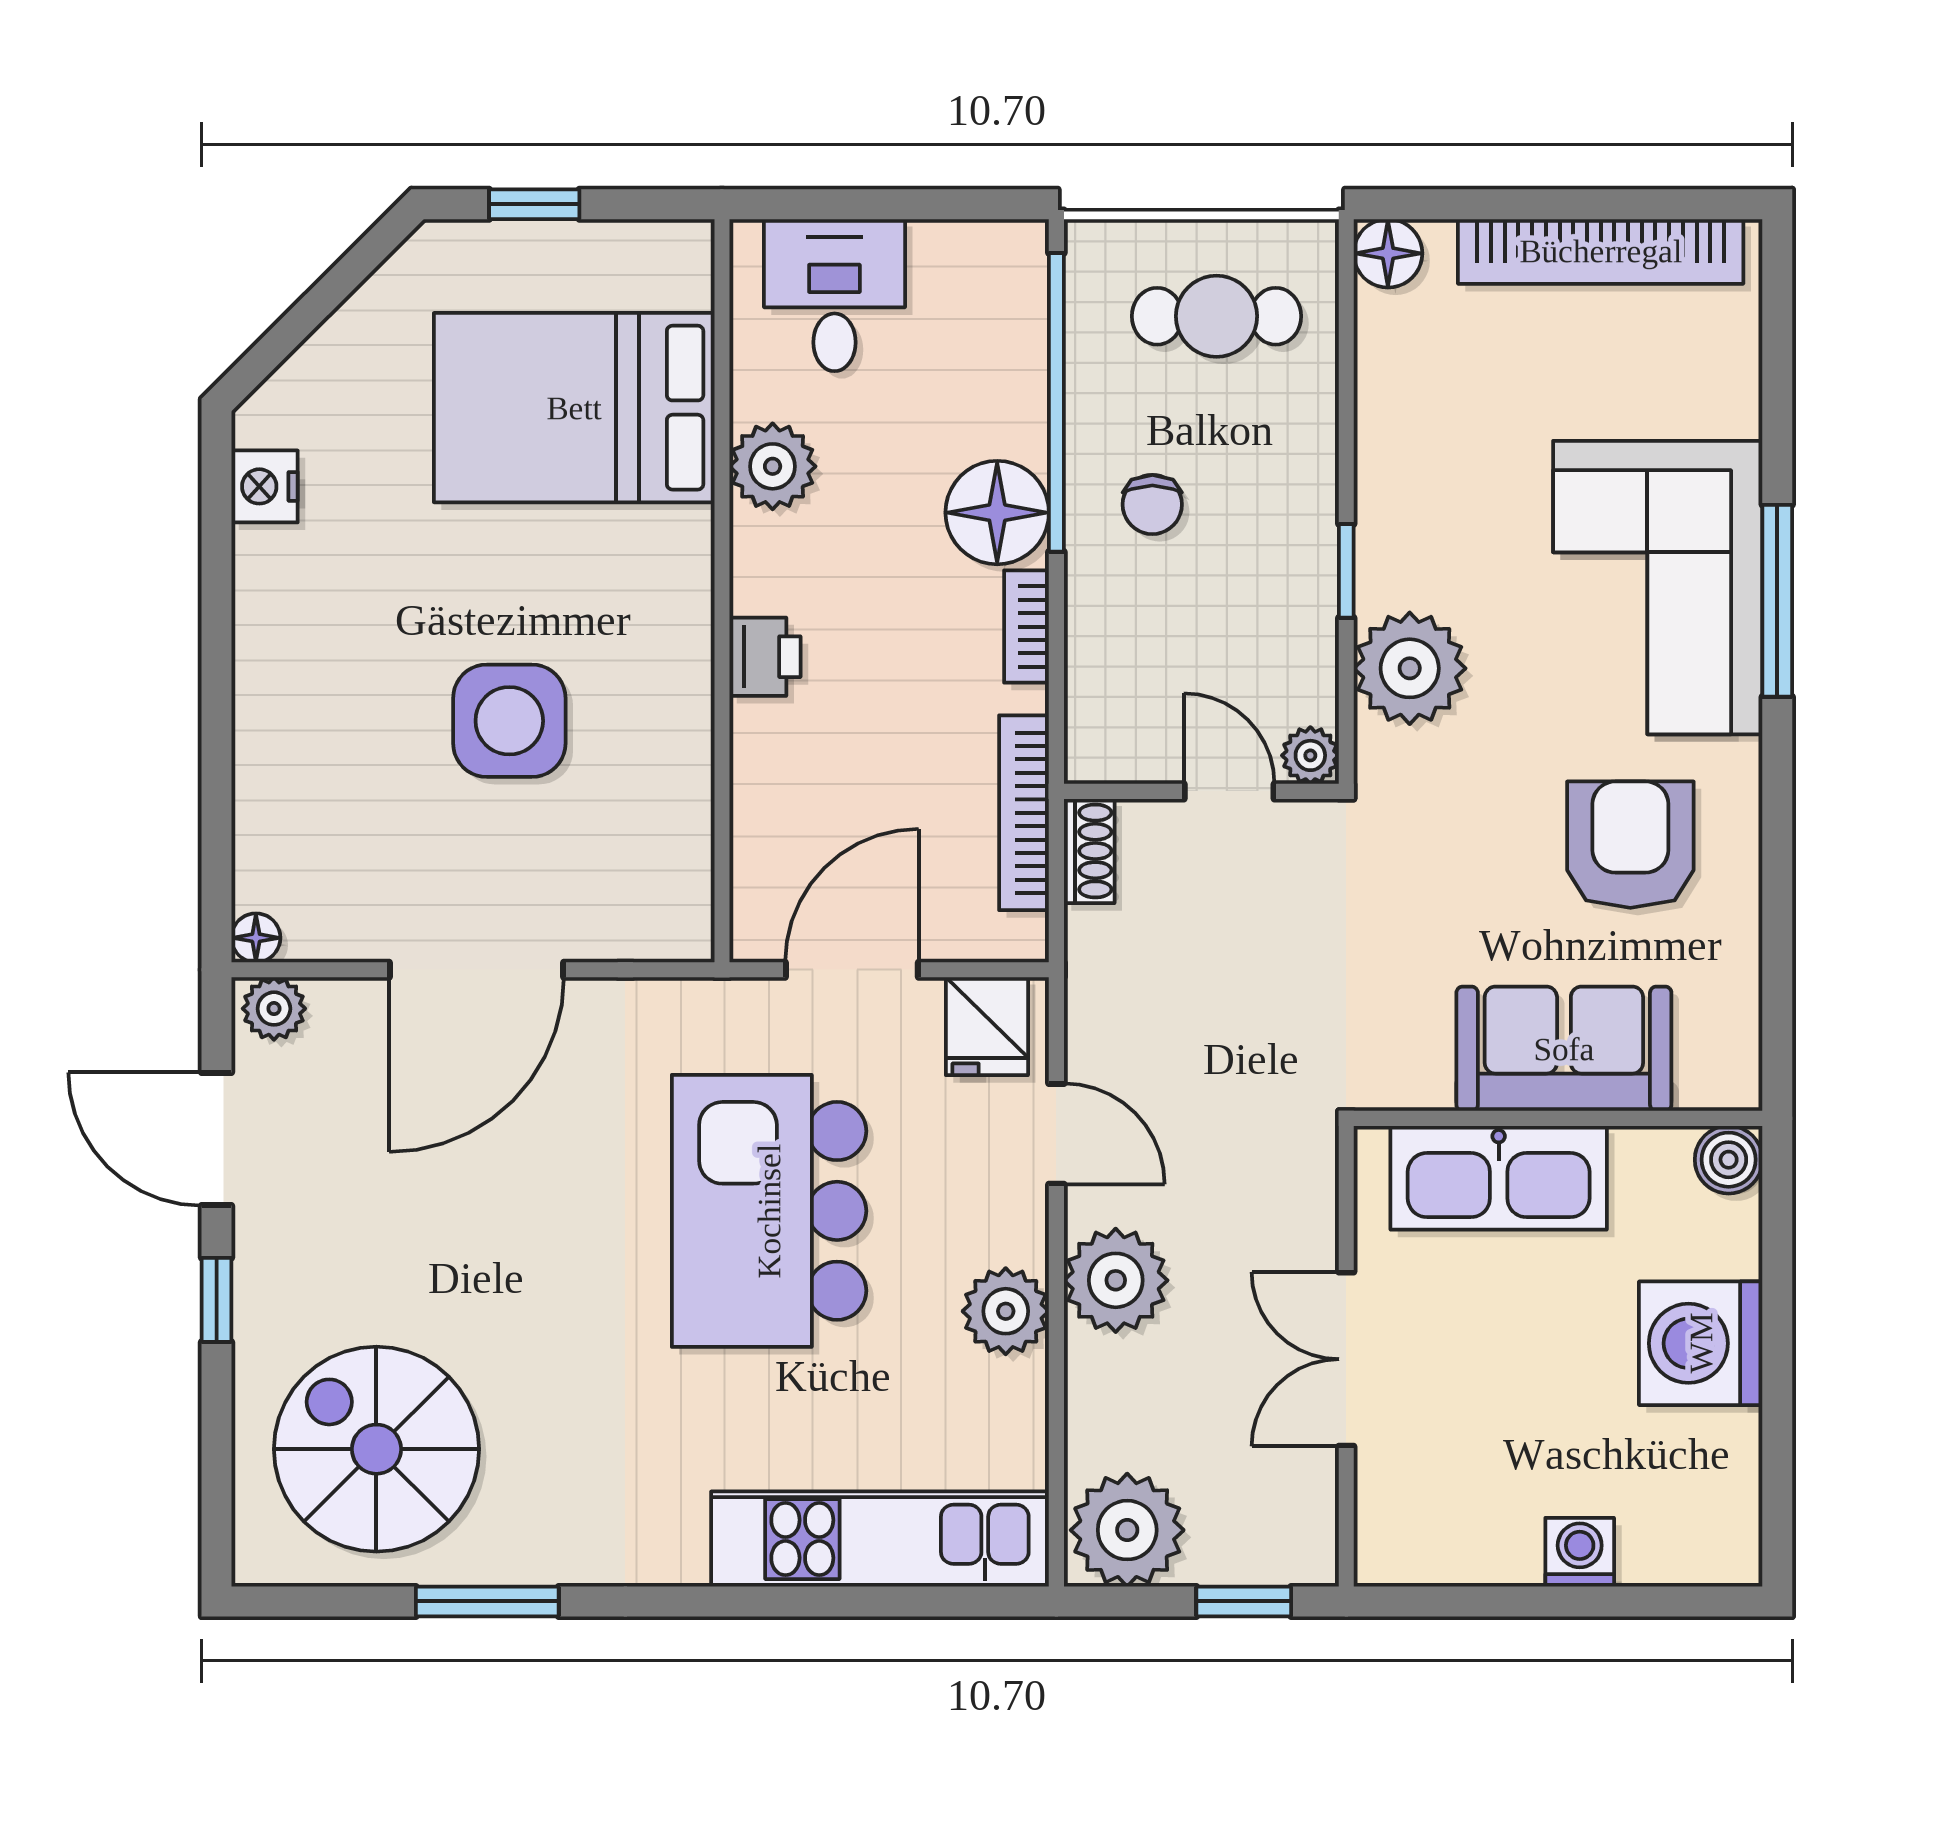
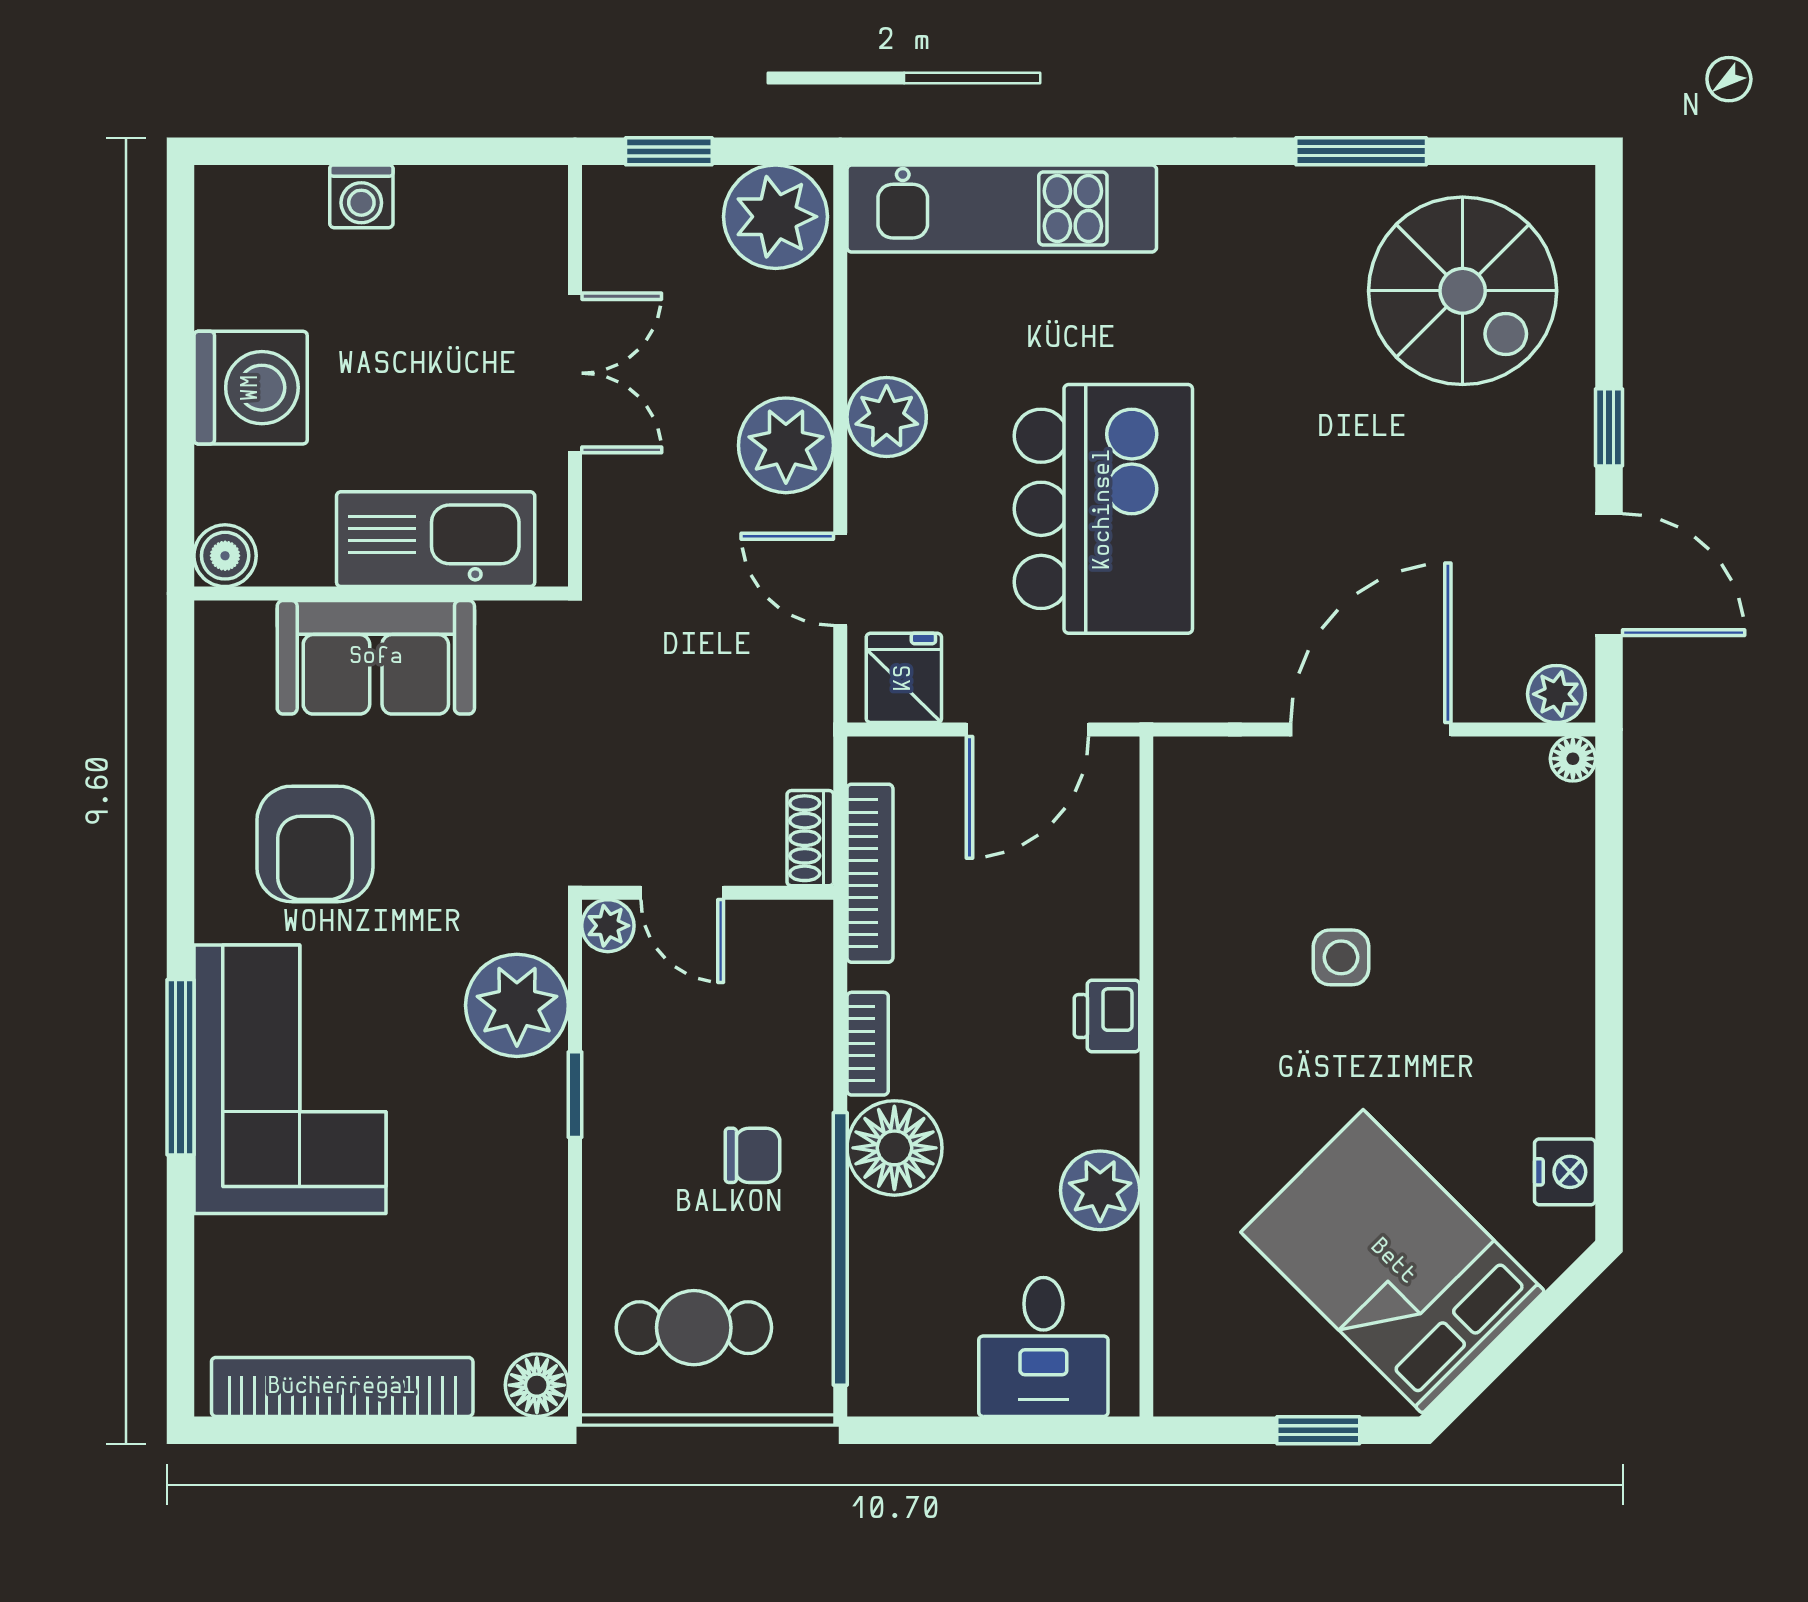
bed: (574, 408) -> (1393, 1262), moved, turned -135
chair: (1152, 504) -> (753, 1155), turned 90
side table: (509, 721) -> (1341, 957), width x0.54, depth x0.54

